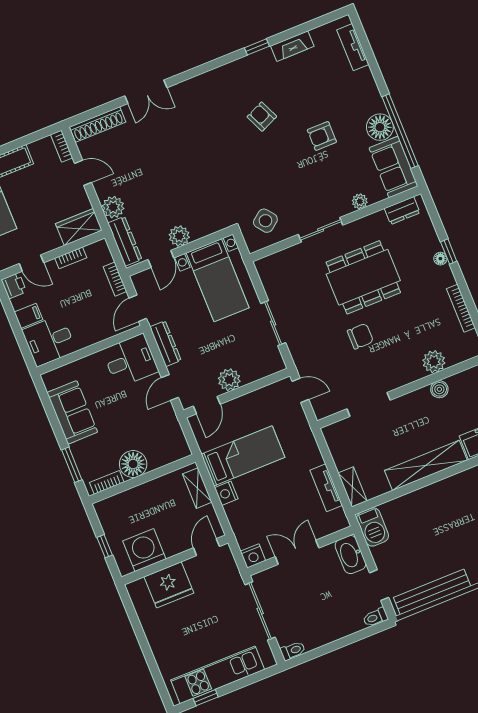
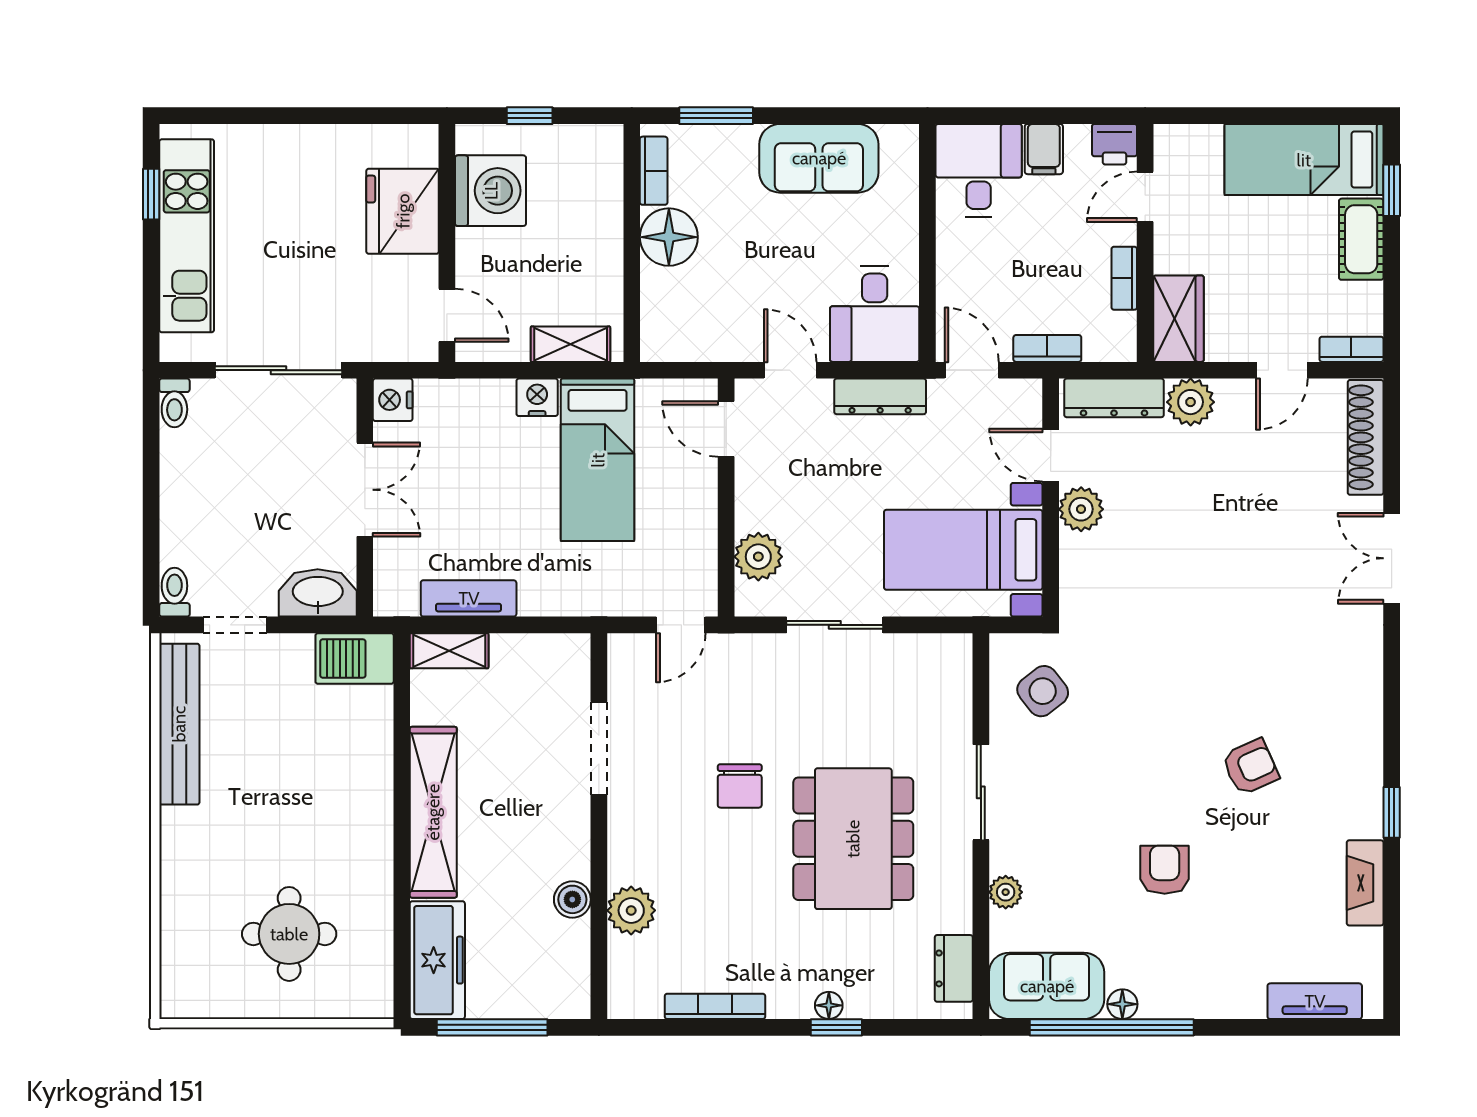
floor lamp: (380, 127) -> (1122, 1004), width x0.53, depth x0.53
plant: (229, 380) -> (758, 557), moved

